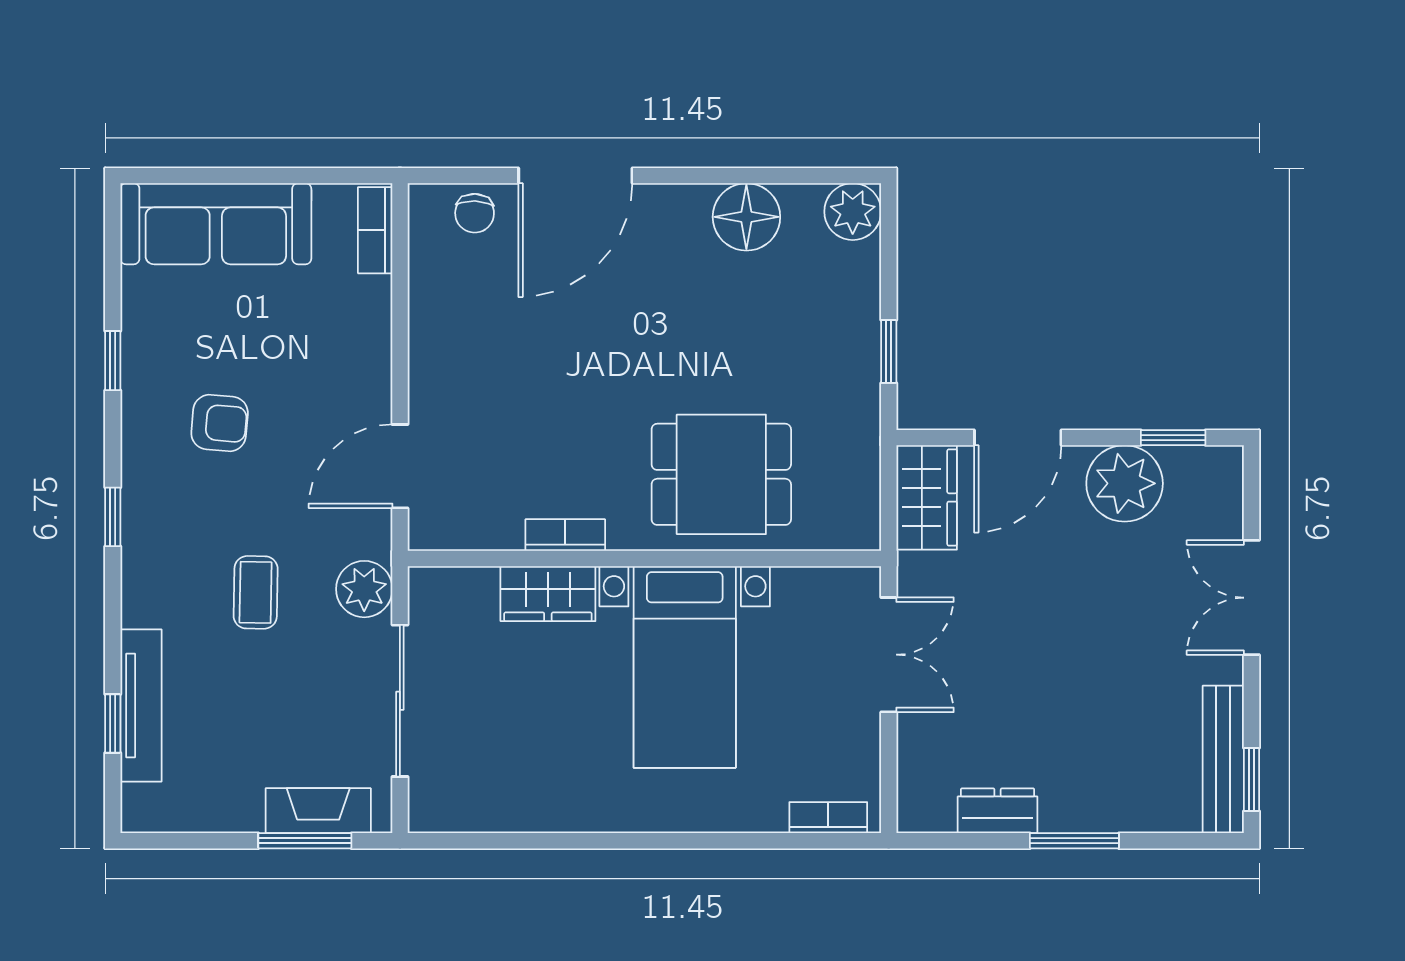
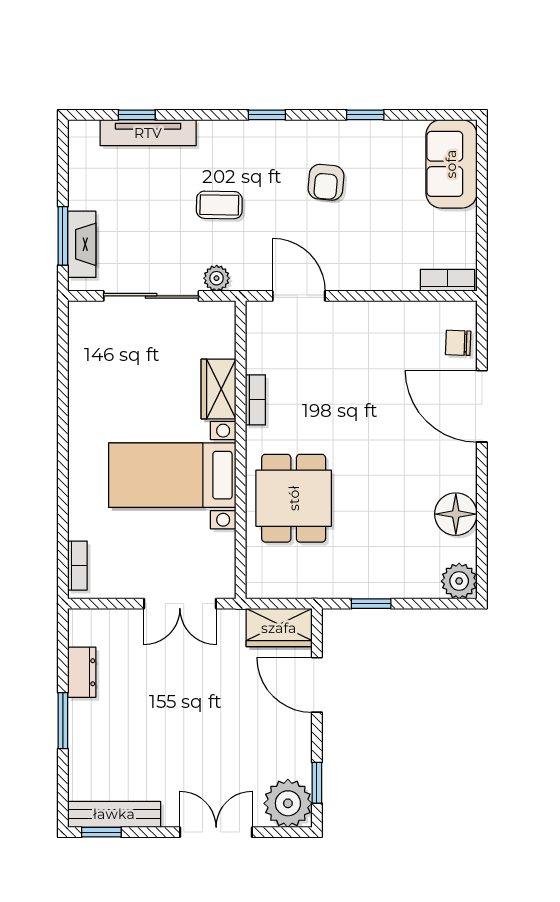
sofa: (216, 224) -> (451, 164), width x0.73
plant: (1125, 483) -> (288, 803), moved
plant: (364, 589) -> (217, 278), width x0.73, depth x0.73

